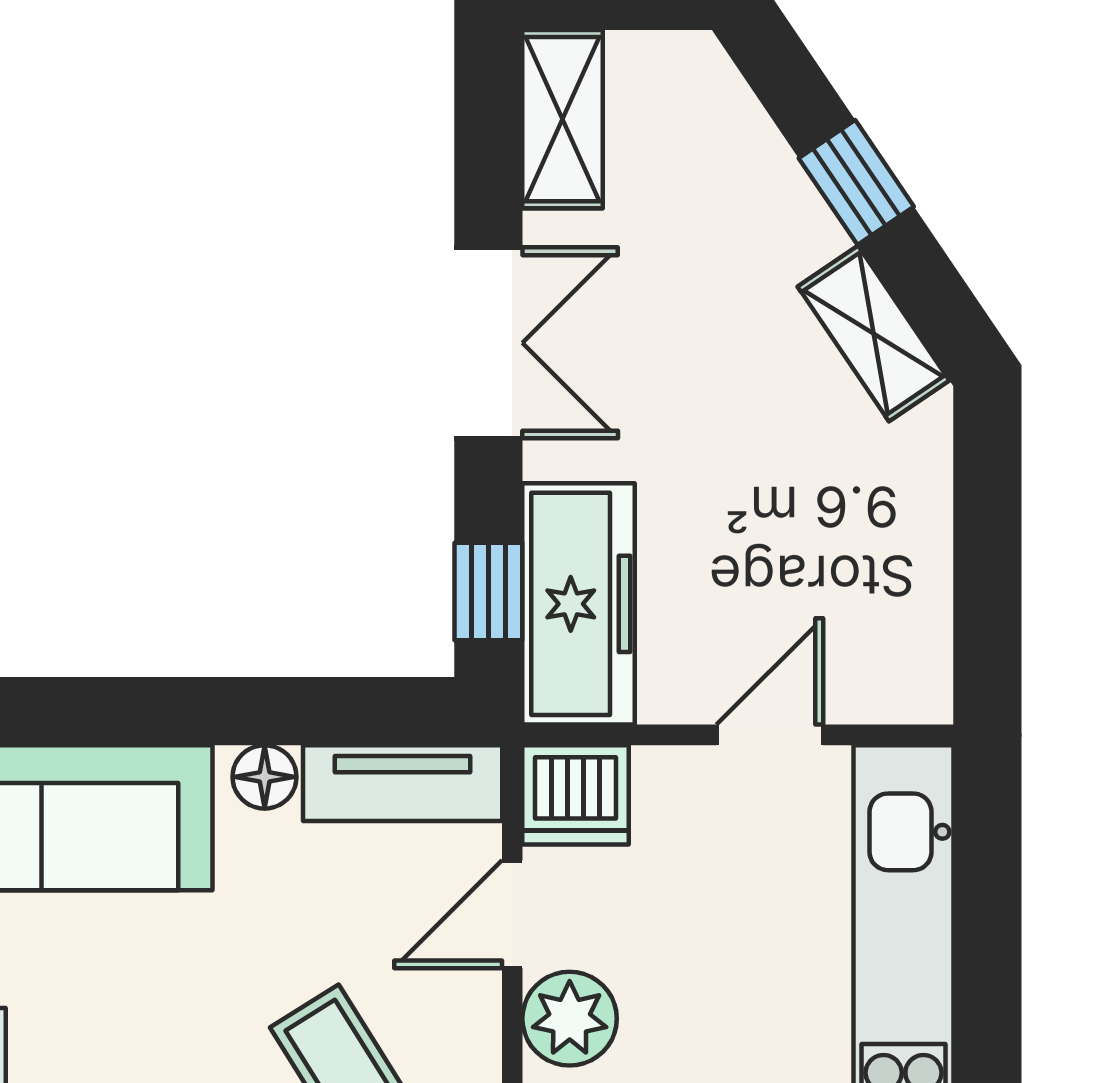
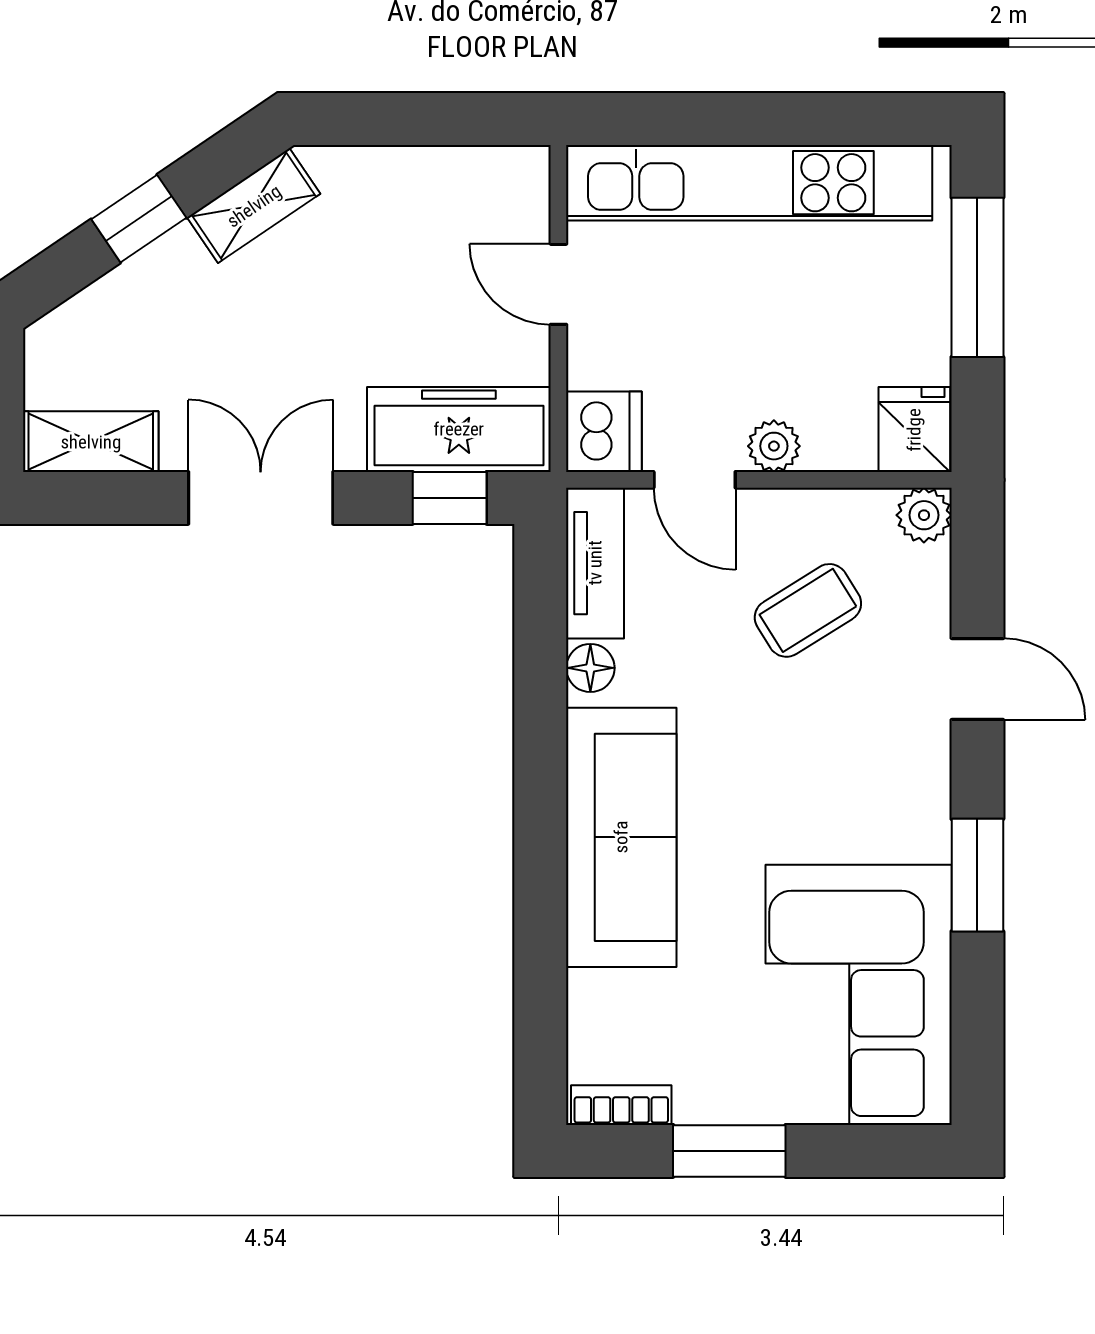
plant: (570, 1019) -> (774, 446), width x0.73, depth x0.73

